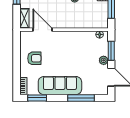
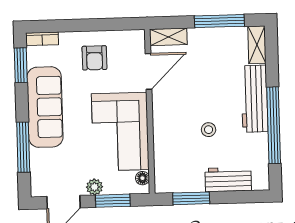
corner sofa: (74, 46) -> (120, 132), added

